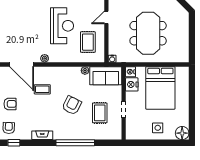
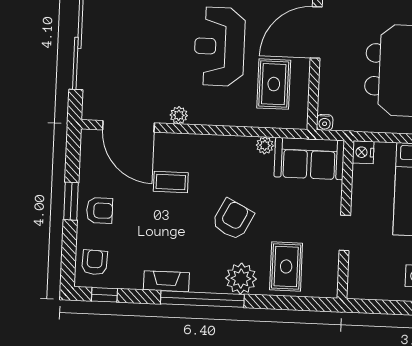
door: (106, 17) -> (316, 33), width x1.88
reception desk: (62, 26) -> (219, 47), turned 180
nightstand: (132, 84) -> (365, 180), removed
rug: (100, 113) -> (286, 266), moved
plant: (77, 133) -> (241, 279), added
window: (75, 143) -> (202, 299), moved

